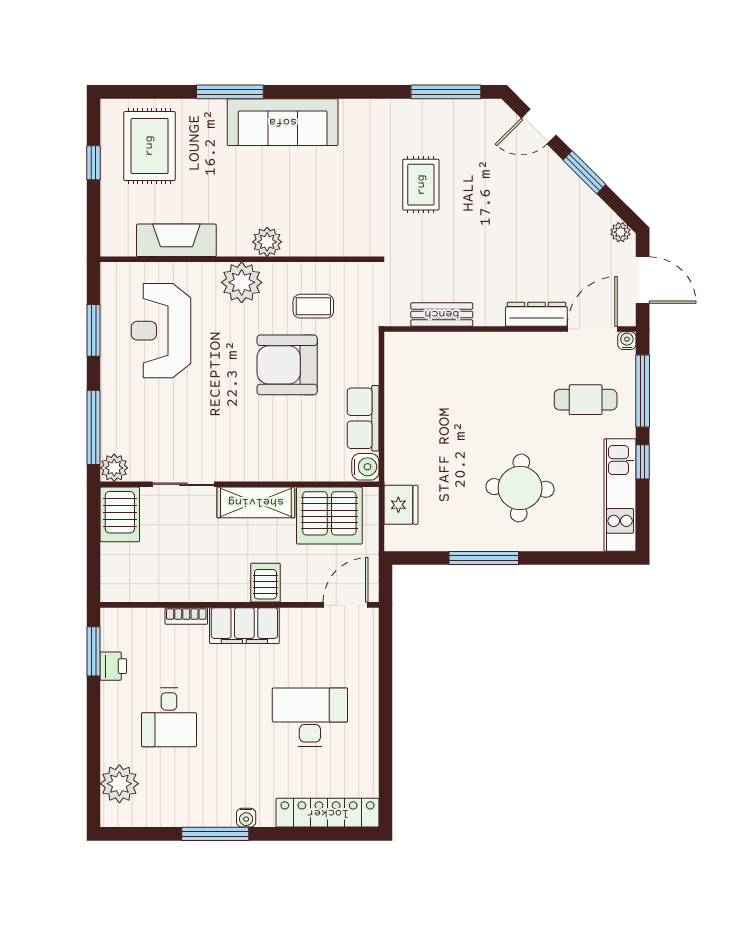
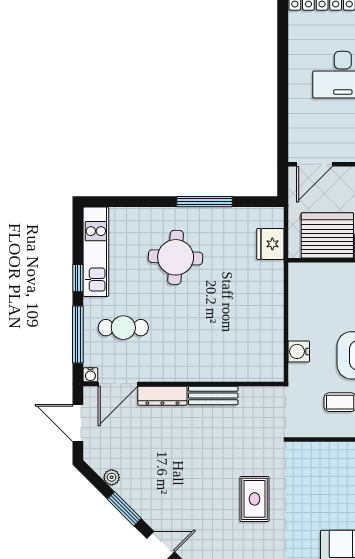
plant: (621, 232) -> (112, 477), moved
bench: (442, 314) -> (213, 395), moved
row of seats: (363, 418) -> (301, 313), removed
water cooler: (365, 467) -> (299, 351), moved

